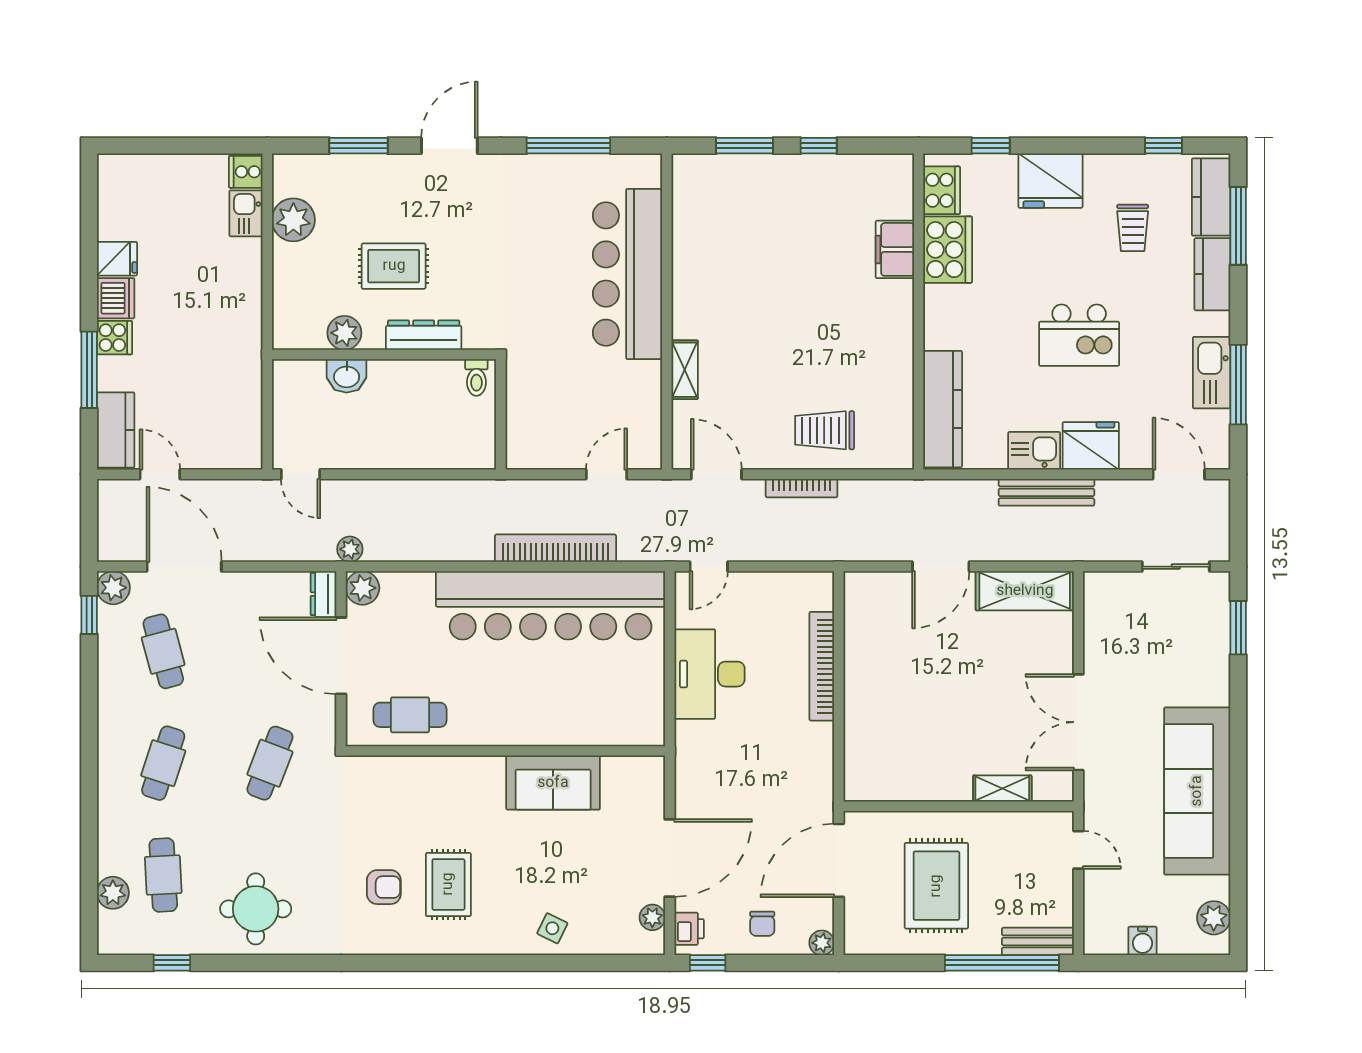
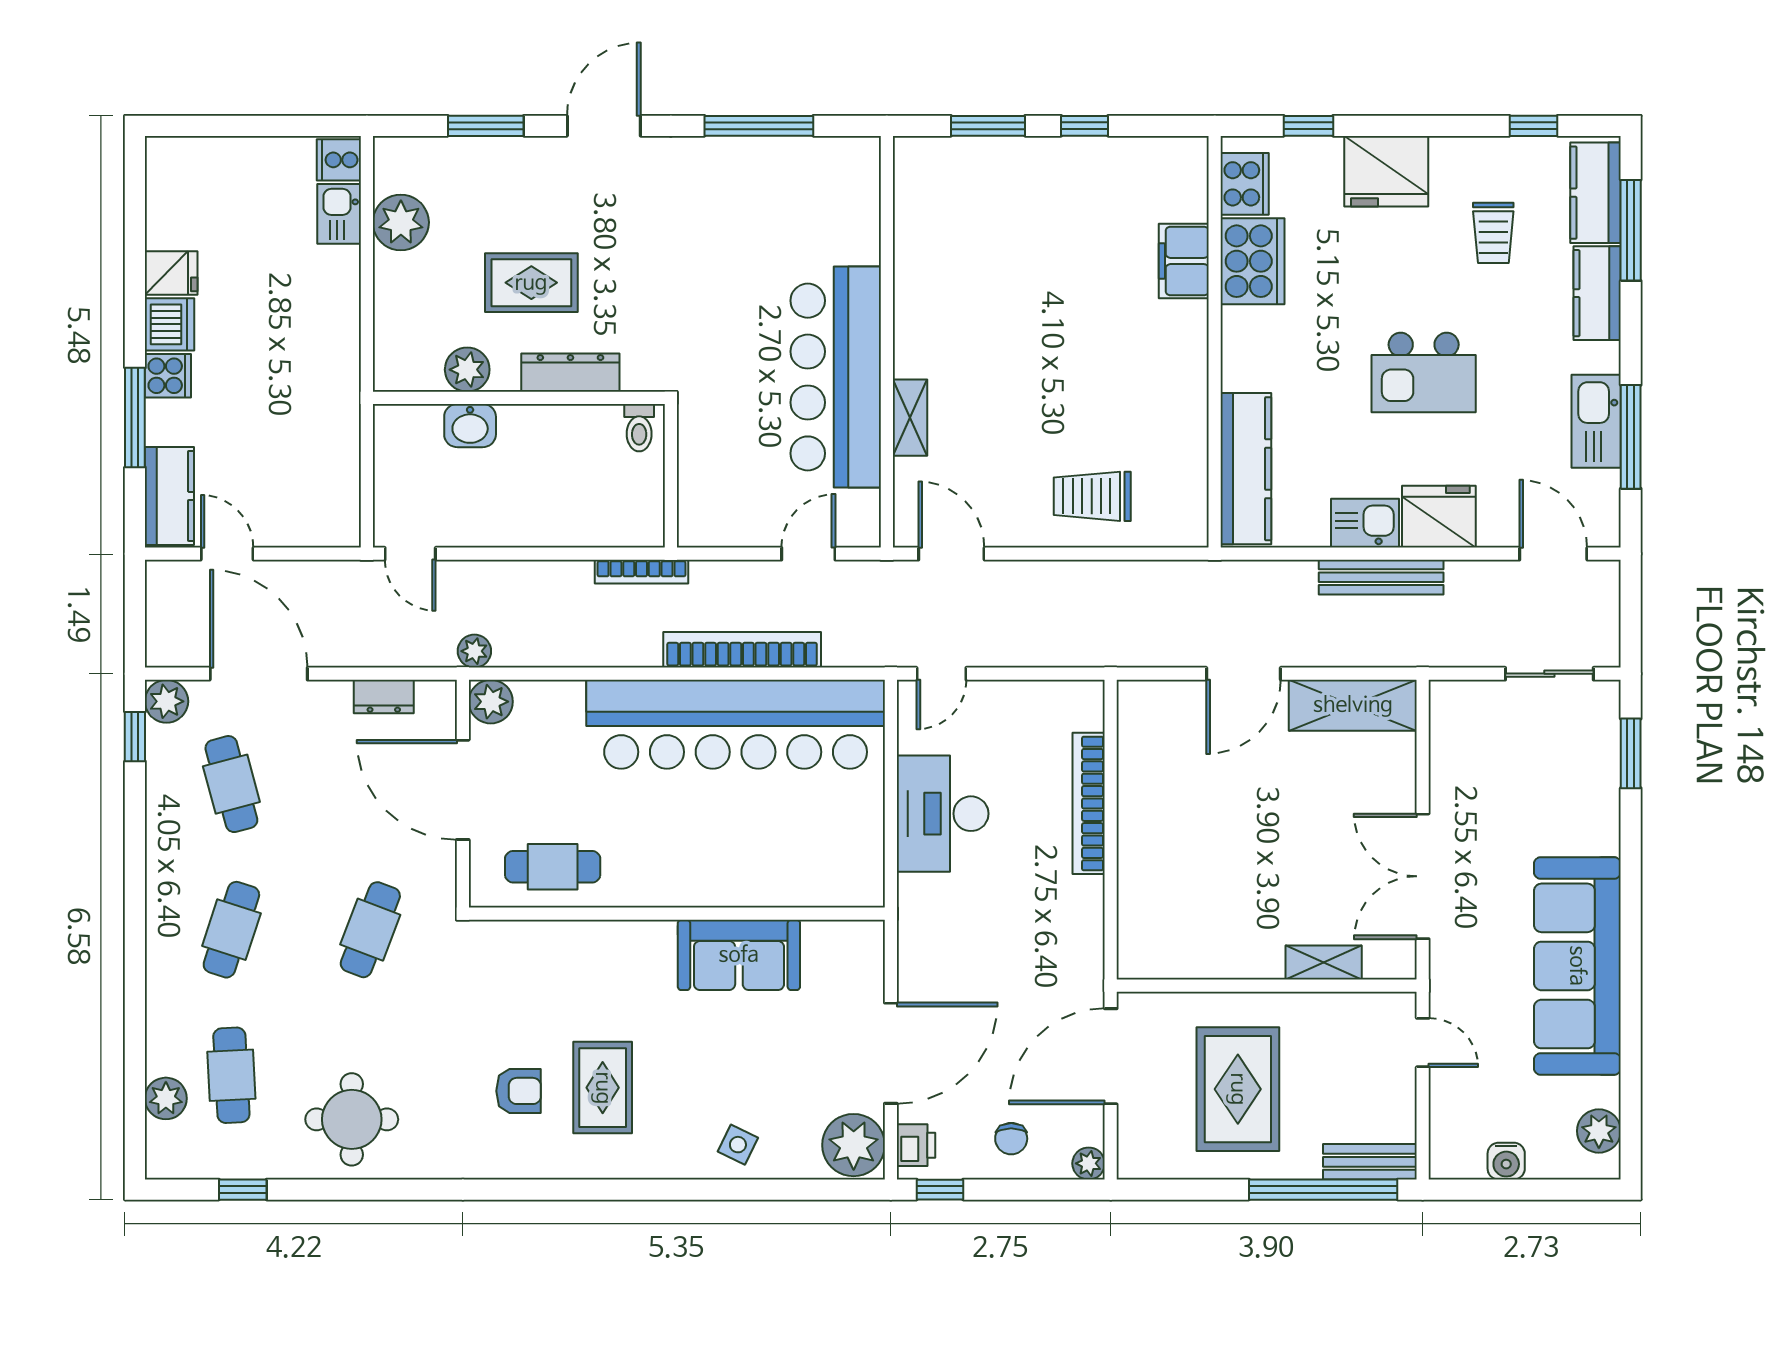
bar counter: (627, 274) -> (836, 377), moved
bookcase: (802, 488) -> (642, 572), moved
dresser: (323, 594) -> (384, 697), moved, turned -90
plant: (652, 917) -> (854, 1145), width x1.87, depth x1.87

